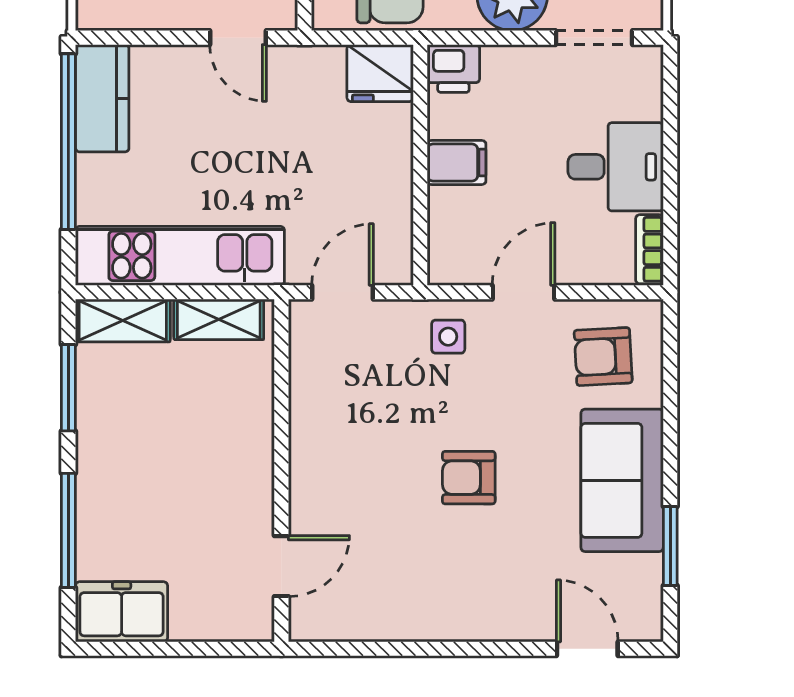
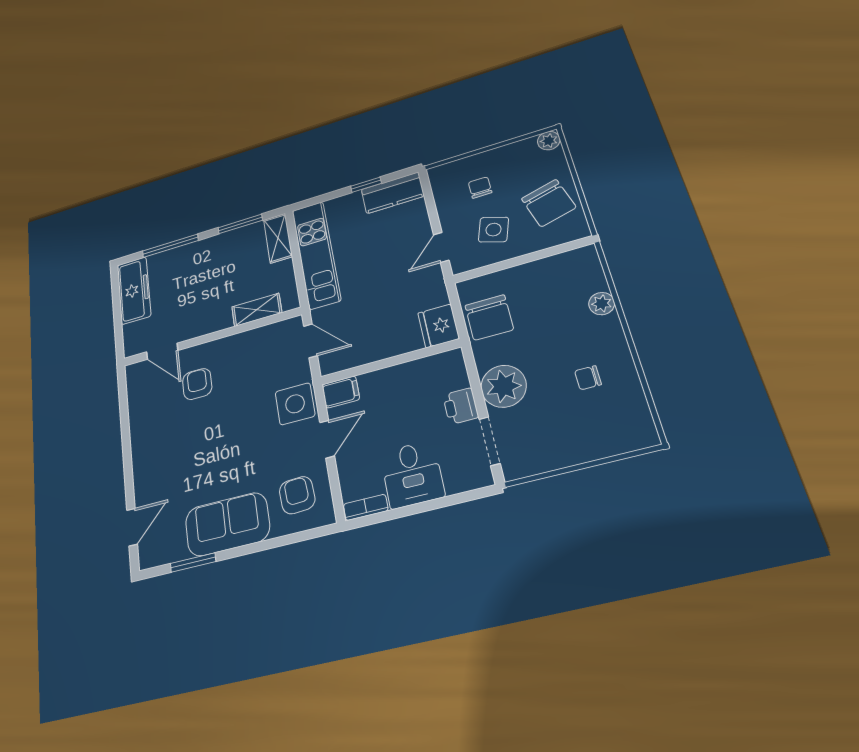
printer: (453, 68) -> (461, 406), moved
window: (68, 142) -> (366, 185), width x0.32
filing cabinet: (457, 162) -> (341, 392), moved, turned -90
door: (524, 292) -> (327, 439), hinge flipped
shelving: (219, 319) -> (257, 310), moved, turned 90
side table: (448, 337) -> (295, 404), width x1.87, depth x1.87
armchair: (469, 478) -> (197, 384), moved
freezer: (122, 612) -> (134, 290), width x1.40

